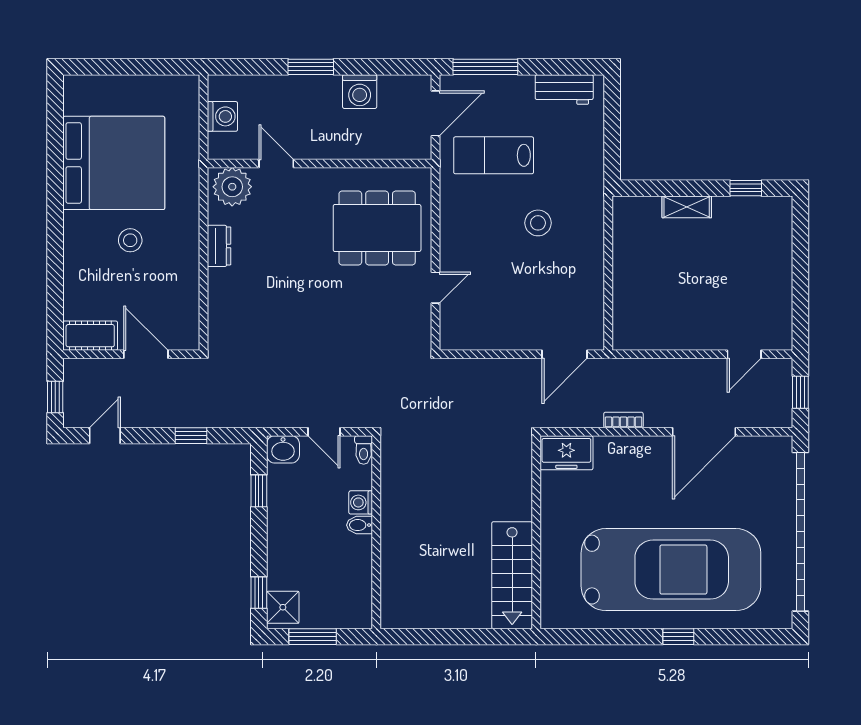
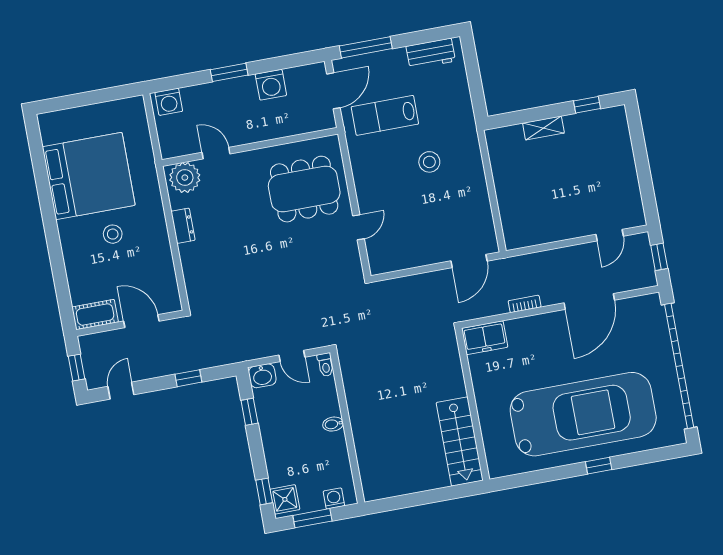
washing machine: (222, 116) -> (169, 102), moved, turned 90
washing machine: (361, 502) -> (334, 498), moved, turned 90

